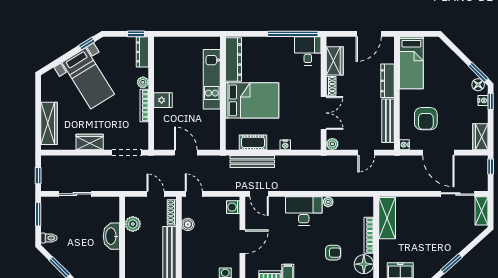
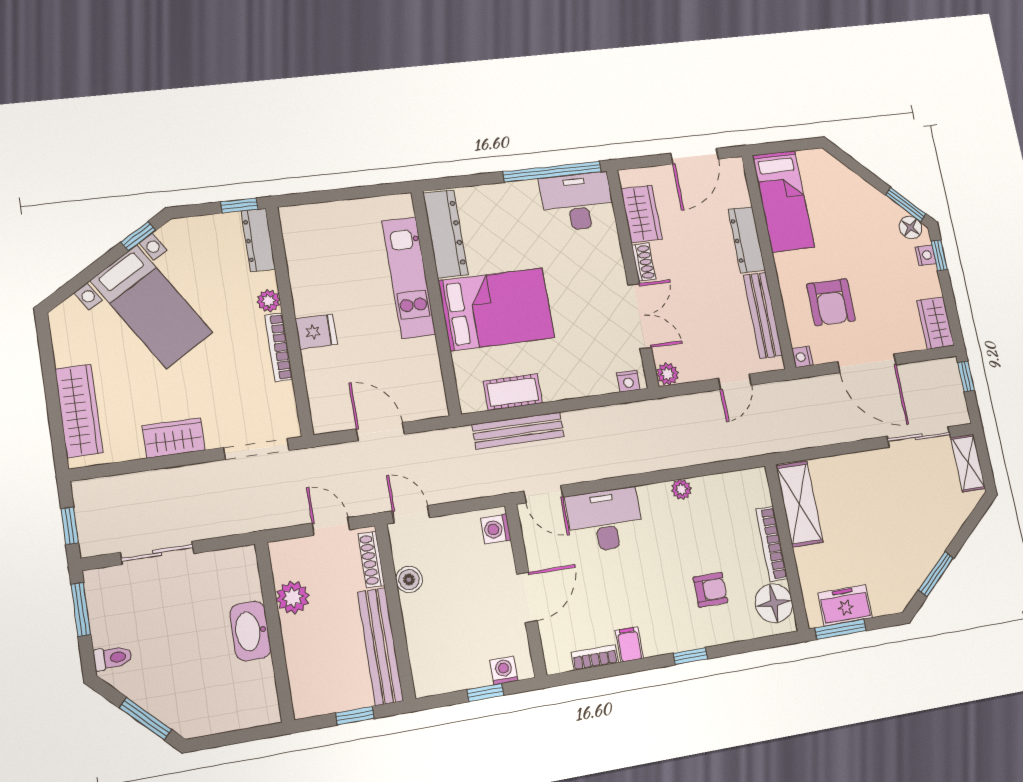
desk: (308, 51) -> (577, 202), width x1.37
nightstand: (285, 145) -> (628, 381), moved
desk: (304, 211) -> (605, 520), moved

